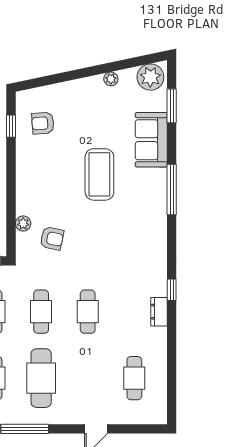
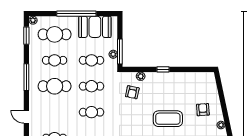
armchair: (43, 123) -> (203, 110), moved
window: (11, 126) -> (163, 69), moved

